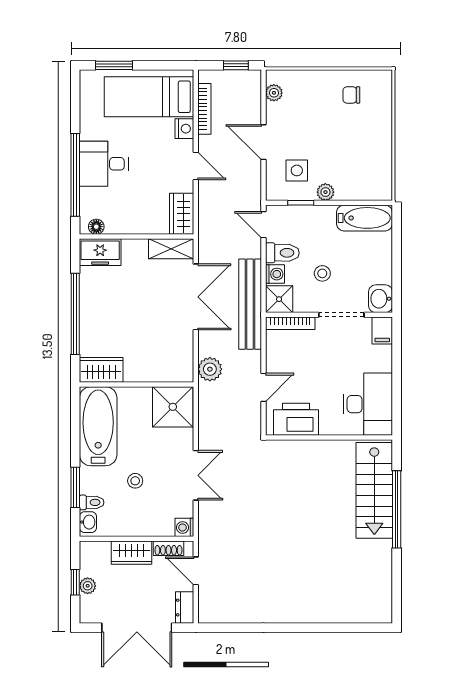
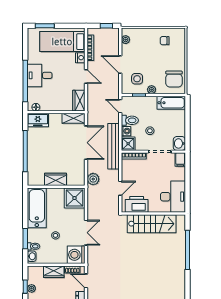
chair: (370, 171) -> (174, 79), added
wardrobe: (101, 370) -> (55, 179), moved
stairs: (374, 490) -> (152, 224), moved, turned -90
washing machine: (184, 527) -> (76, 255), width x1.89, depth x1.89

